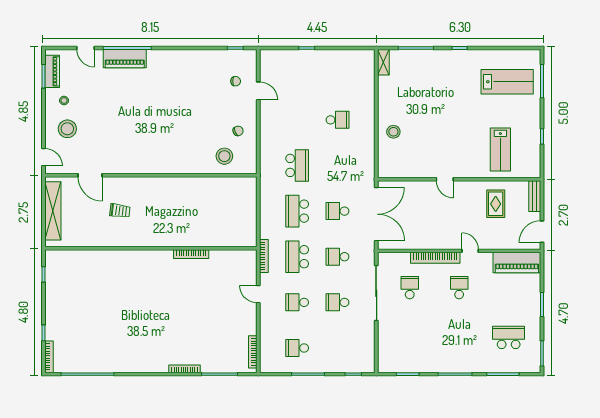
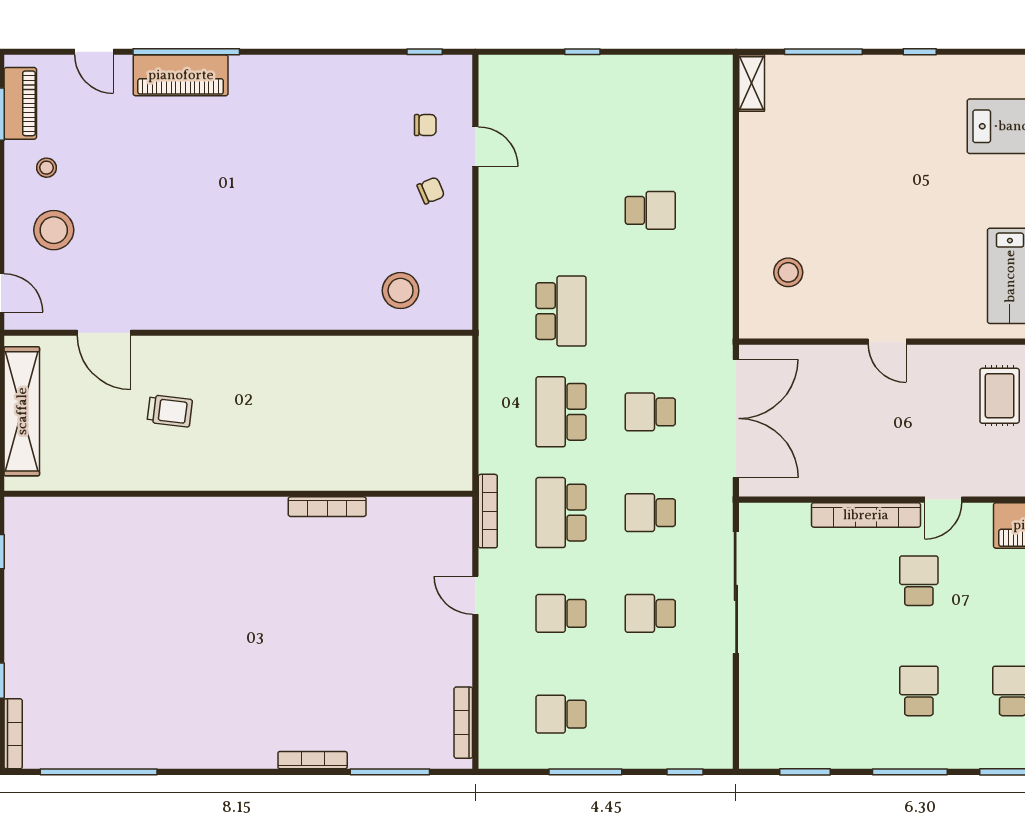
chair: (238, 131) -> (431, 190), moved
stool: (393, 132) -> (788, 272), moved
door: (470, 251) -> (943, 500), swing flipped
school desk: (410, 288) -> (919, 691), moved

